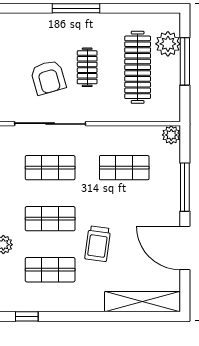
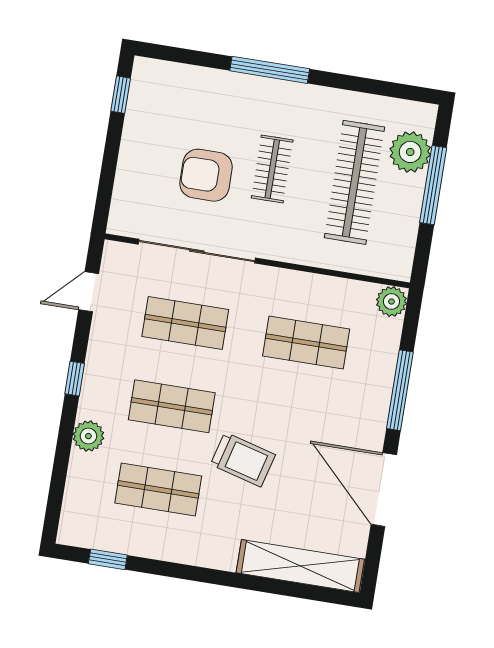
armchair: (48, 77) -> (206, 175), turned 106
trolley: (98, 244) -> (243, 460), turned -83

